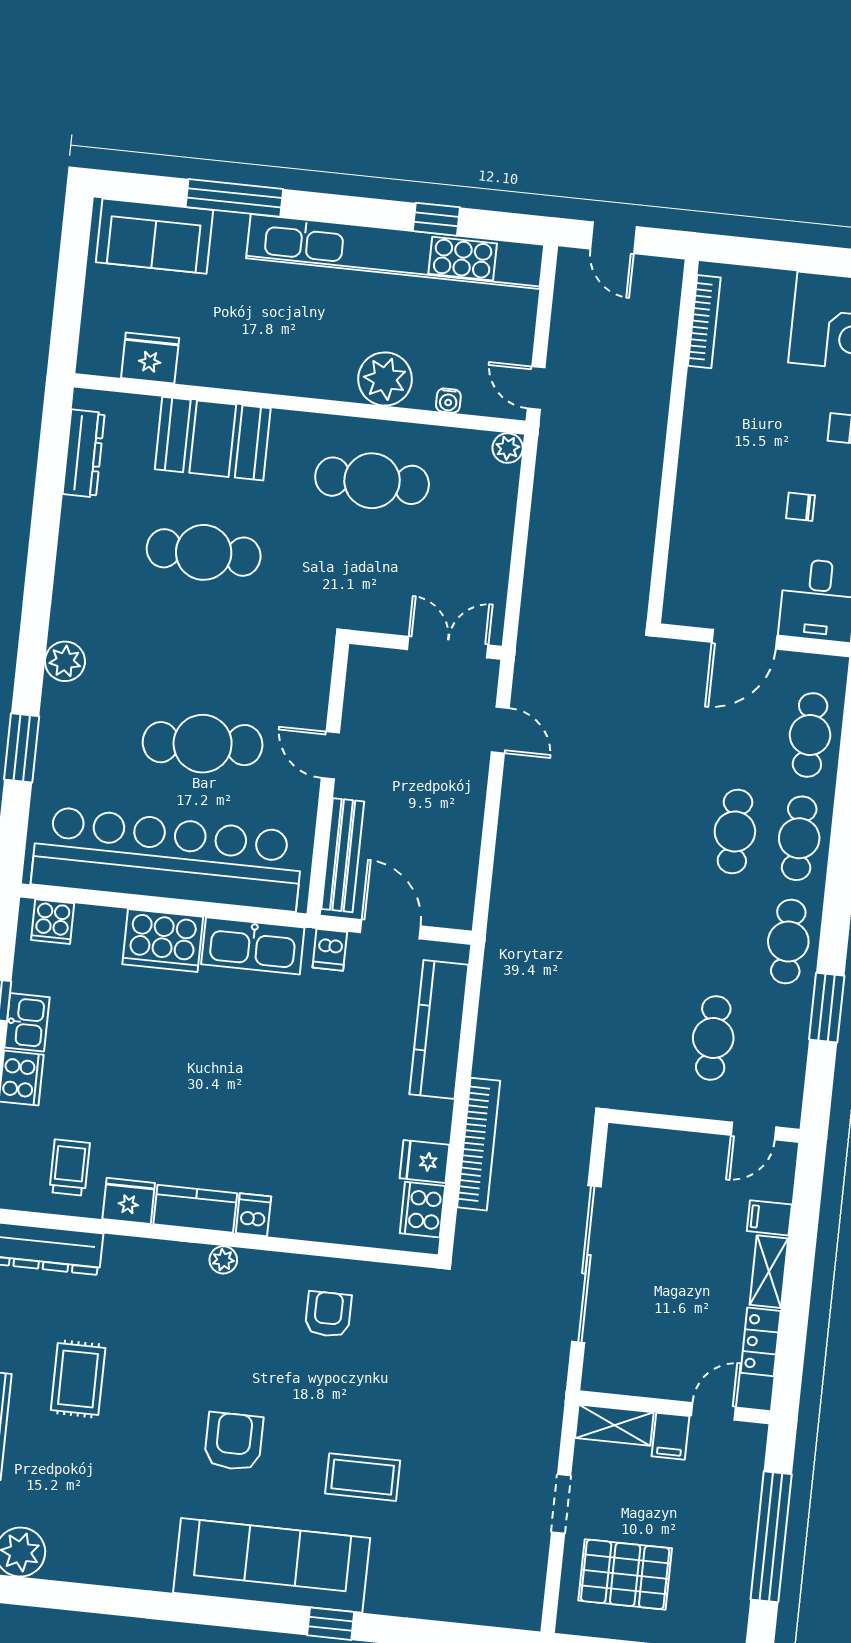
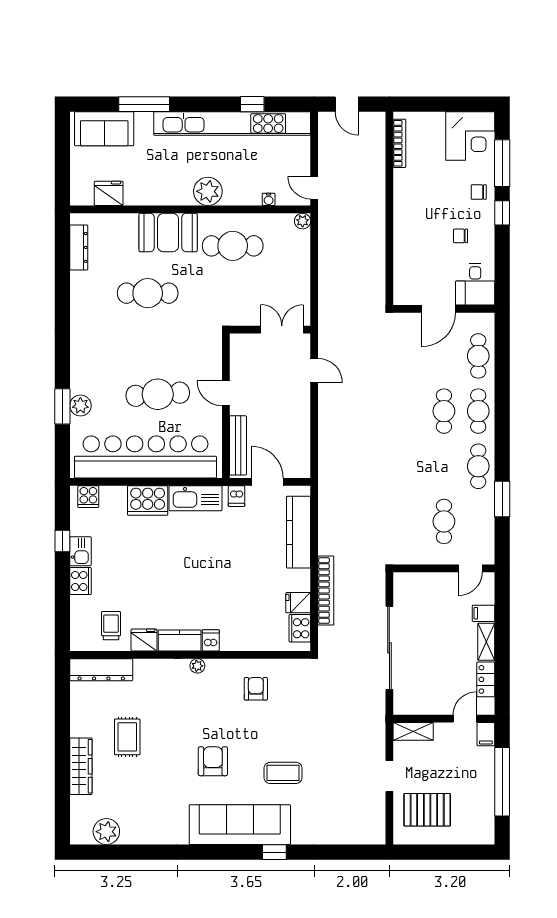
plant: (385, 379) -> (208, 191), moved
booth: (213, 439) -> (168, 233), moved
plant: (65, 661) -> (80, 406), moved
filing cabinet: (671, 1436) -> (486, 734), moved

